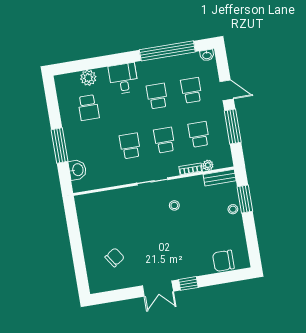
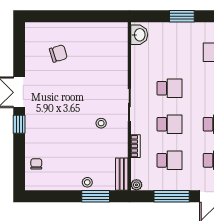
window: (59, 146) -> (182, 16), width x0.69
plant: (208, 165) -> (136, 185), moved
washbasin: (77, 170) -> (139, 35), moved, turned -90
chair: (115, 257) -> (58, 53), turned -73
chair: (223, 261) -> (36, 164), width x0.54, depth x0.54

